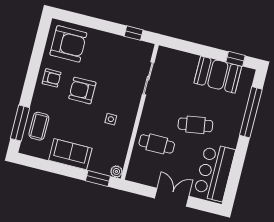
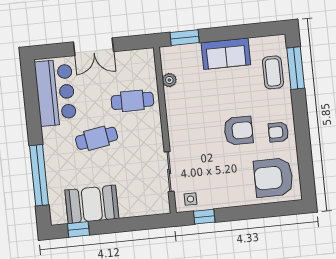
side table: (111, 119) -> (190, 199), moved
plant: (116, 171) -> (169, 80), moved

